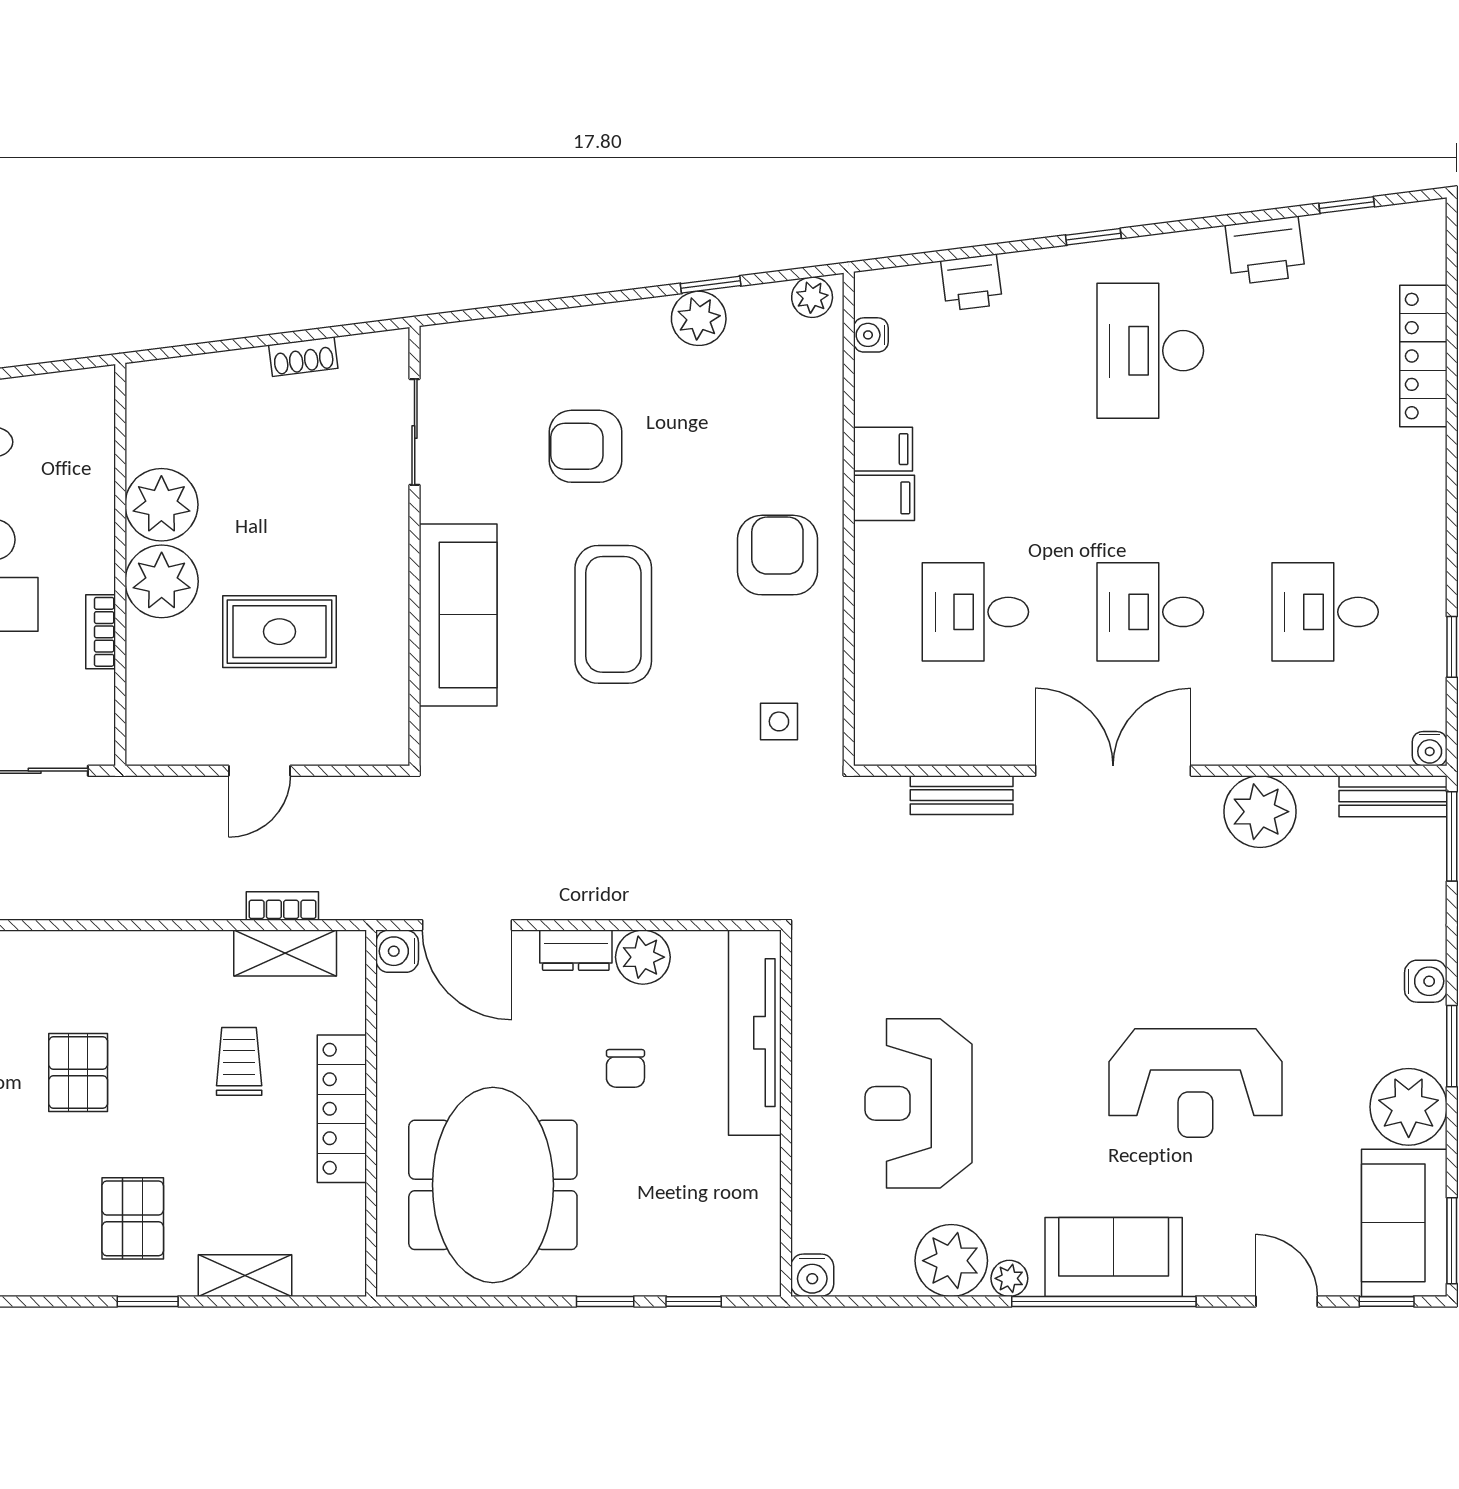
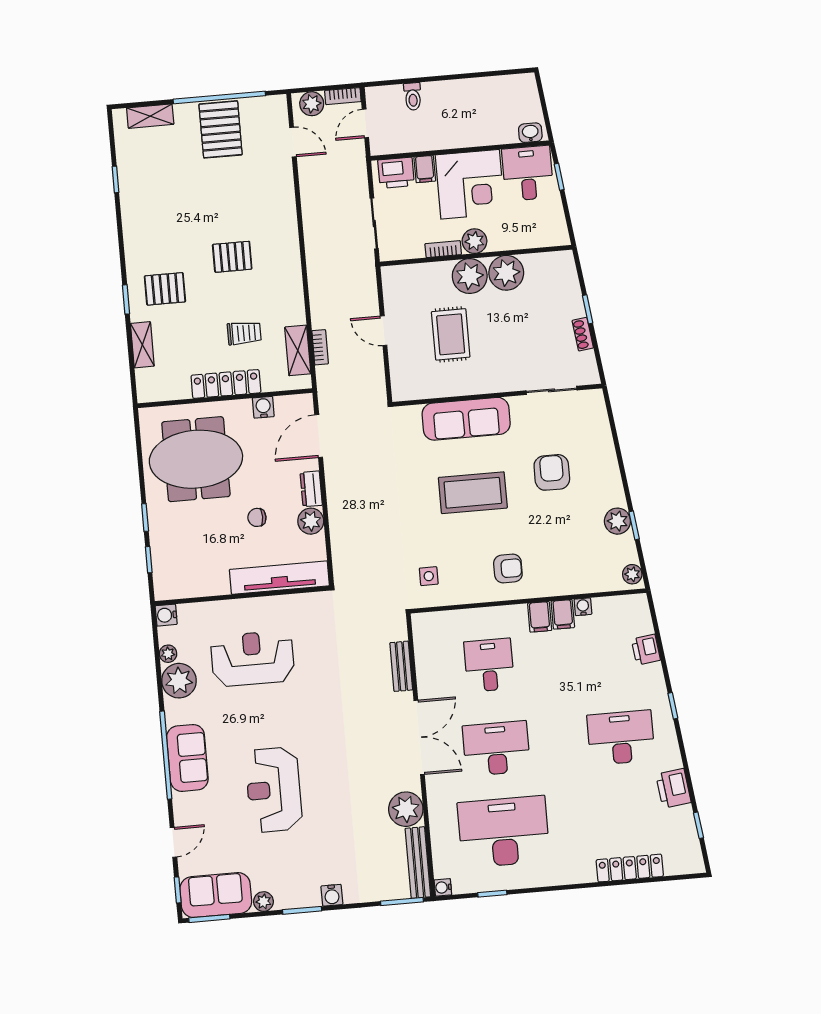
water cooler: (871, 335) -> (583, 607), moved
window: (252, 342) -> (588, 309), added
armchair: (777, 555) -> (508, 568), width x0.72, depth x0.72
plant: (90, 565) -> (474, 241), added
desk: (1150, 612) -> (496, 749), width x1.37
desk: (1325, 612) -> (504, 832), width x1.87, depth x1.30
bench: (1393, 796) -> (418, 863), width x1.36
water cooler: (397, 951) -> (263, 407), moved
plant: (1409, 1107) -> (263, 902), width x0.53, depth x0.53
plant: (1009, 1278) -> (168, 654), moved

